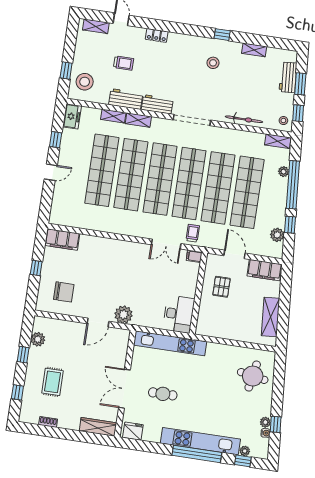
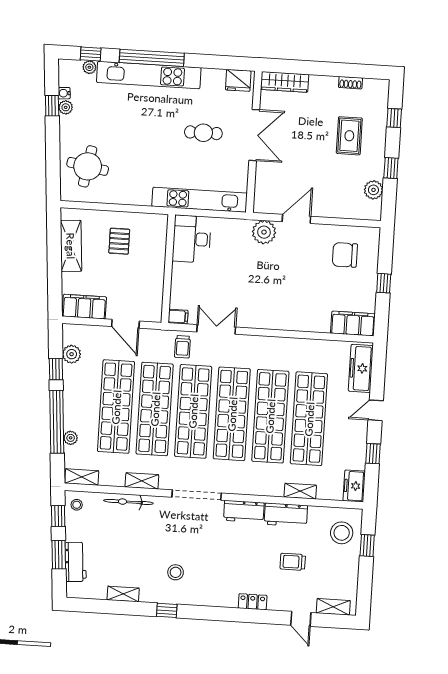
shelving: (138, 120) -> (142, 481), moved
freezer: (59, 205) -> (361, 368), added
pallet: (221, 287) -> (119, 241), moved

